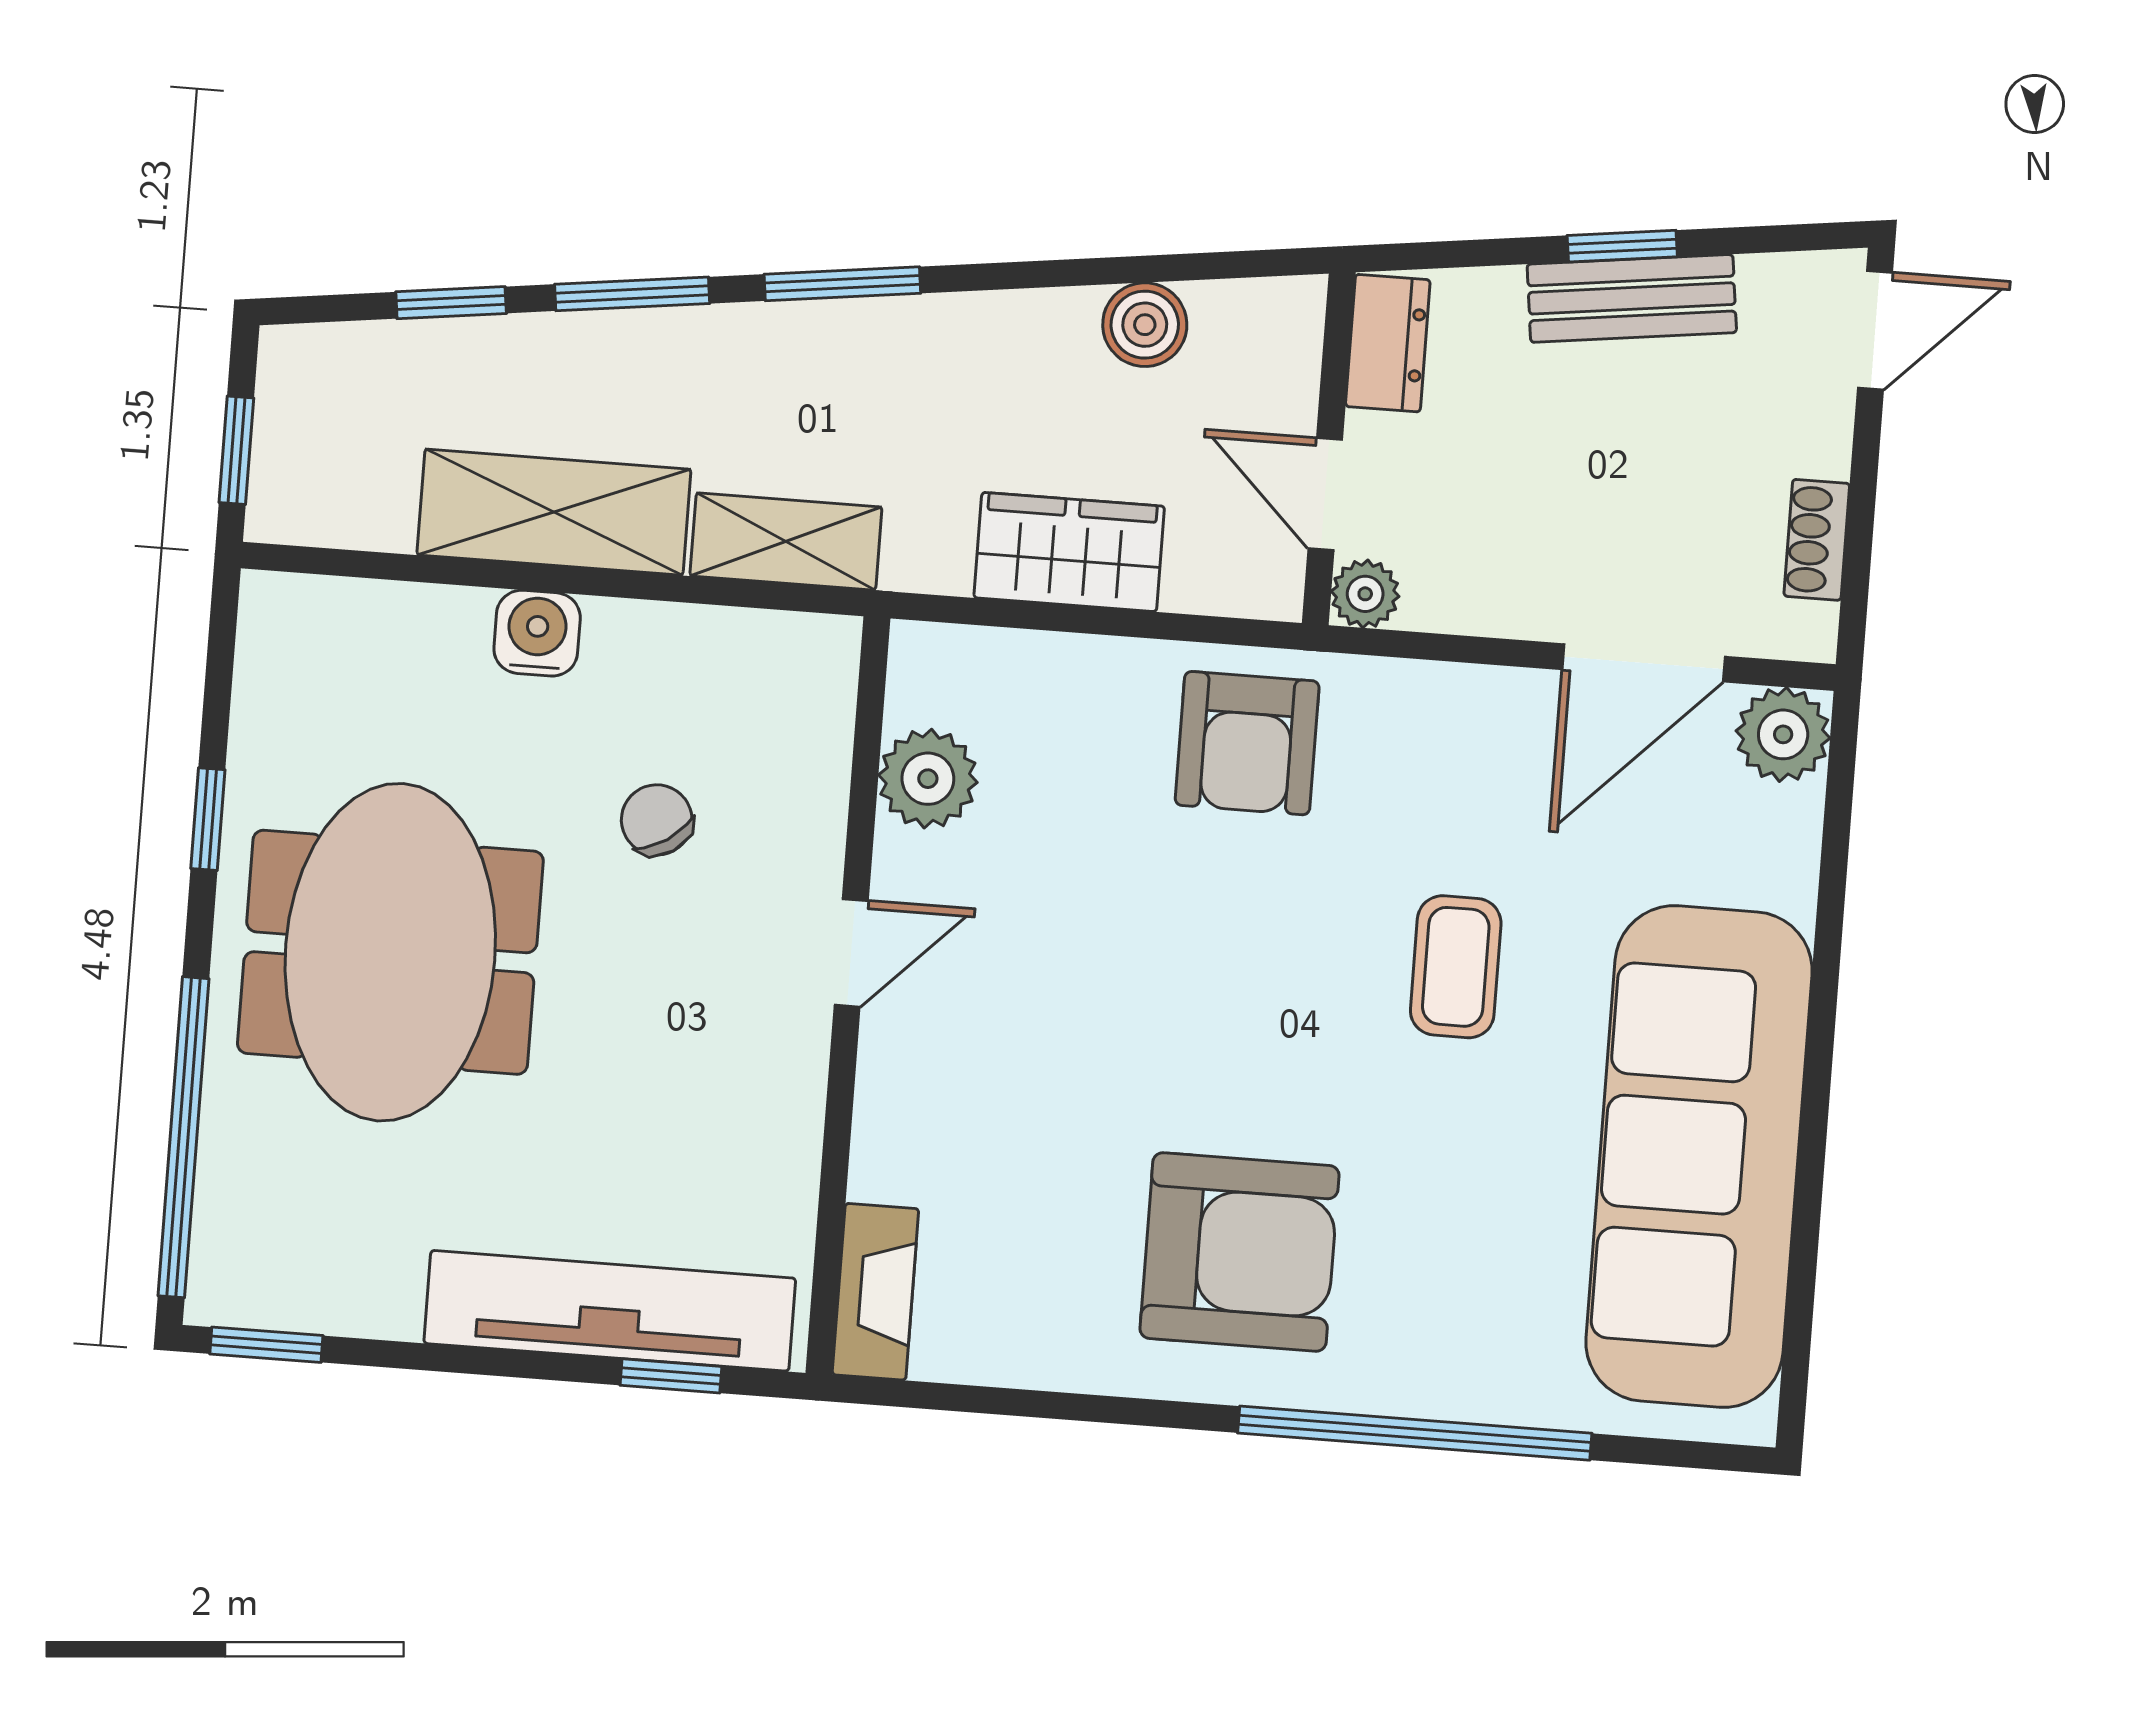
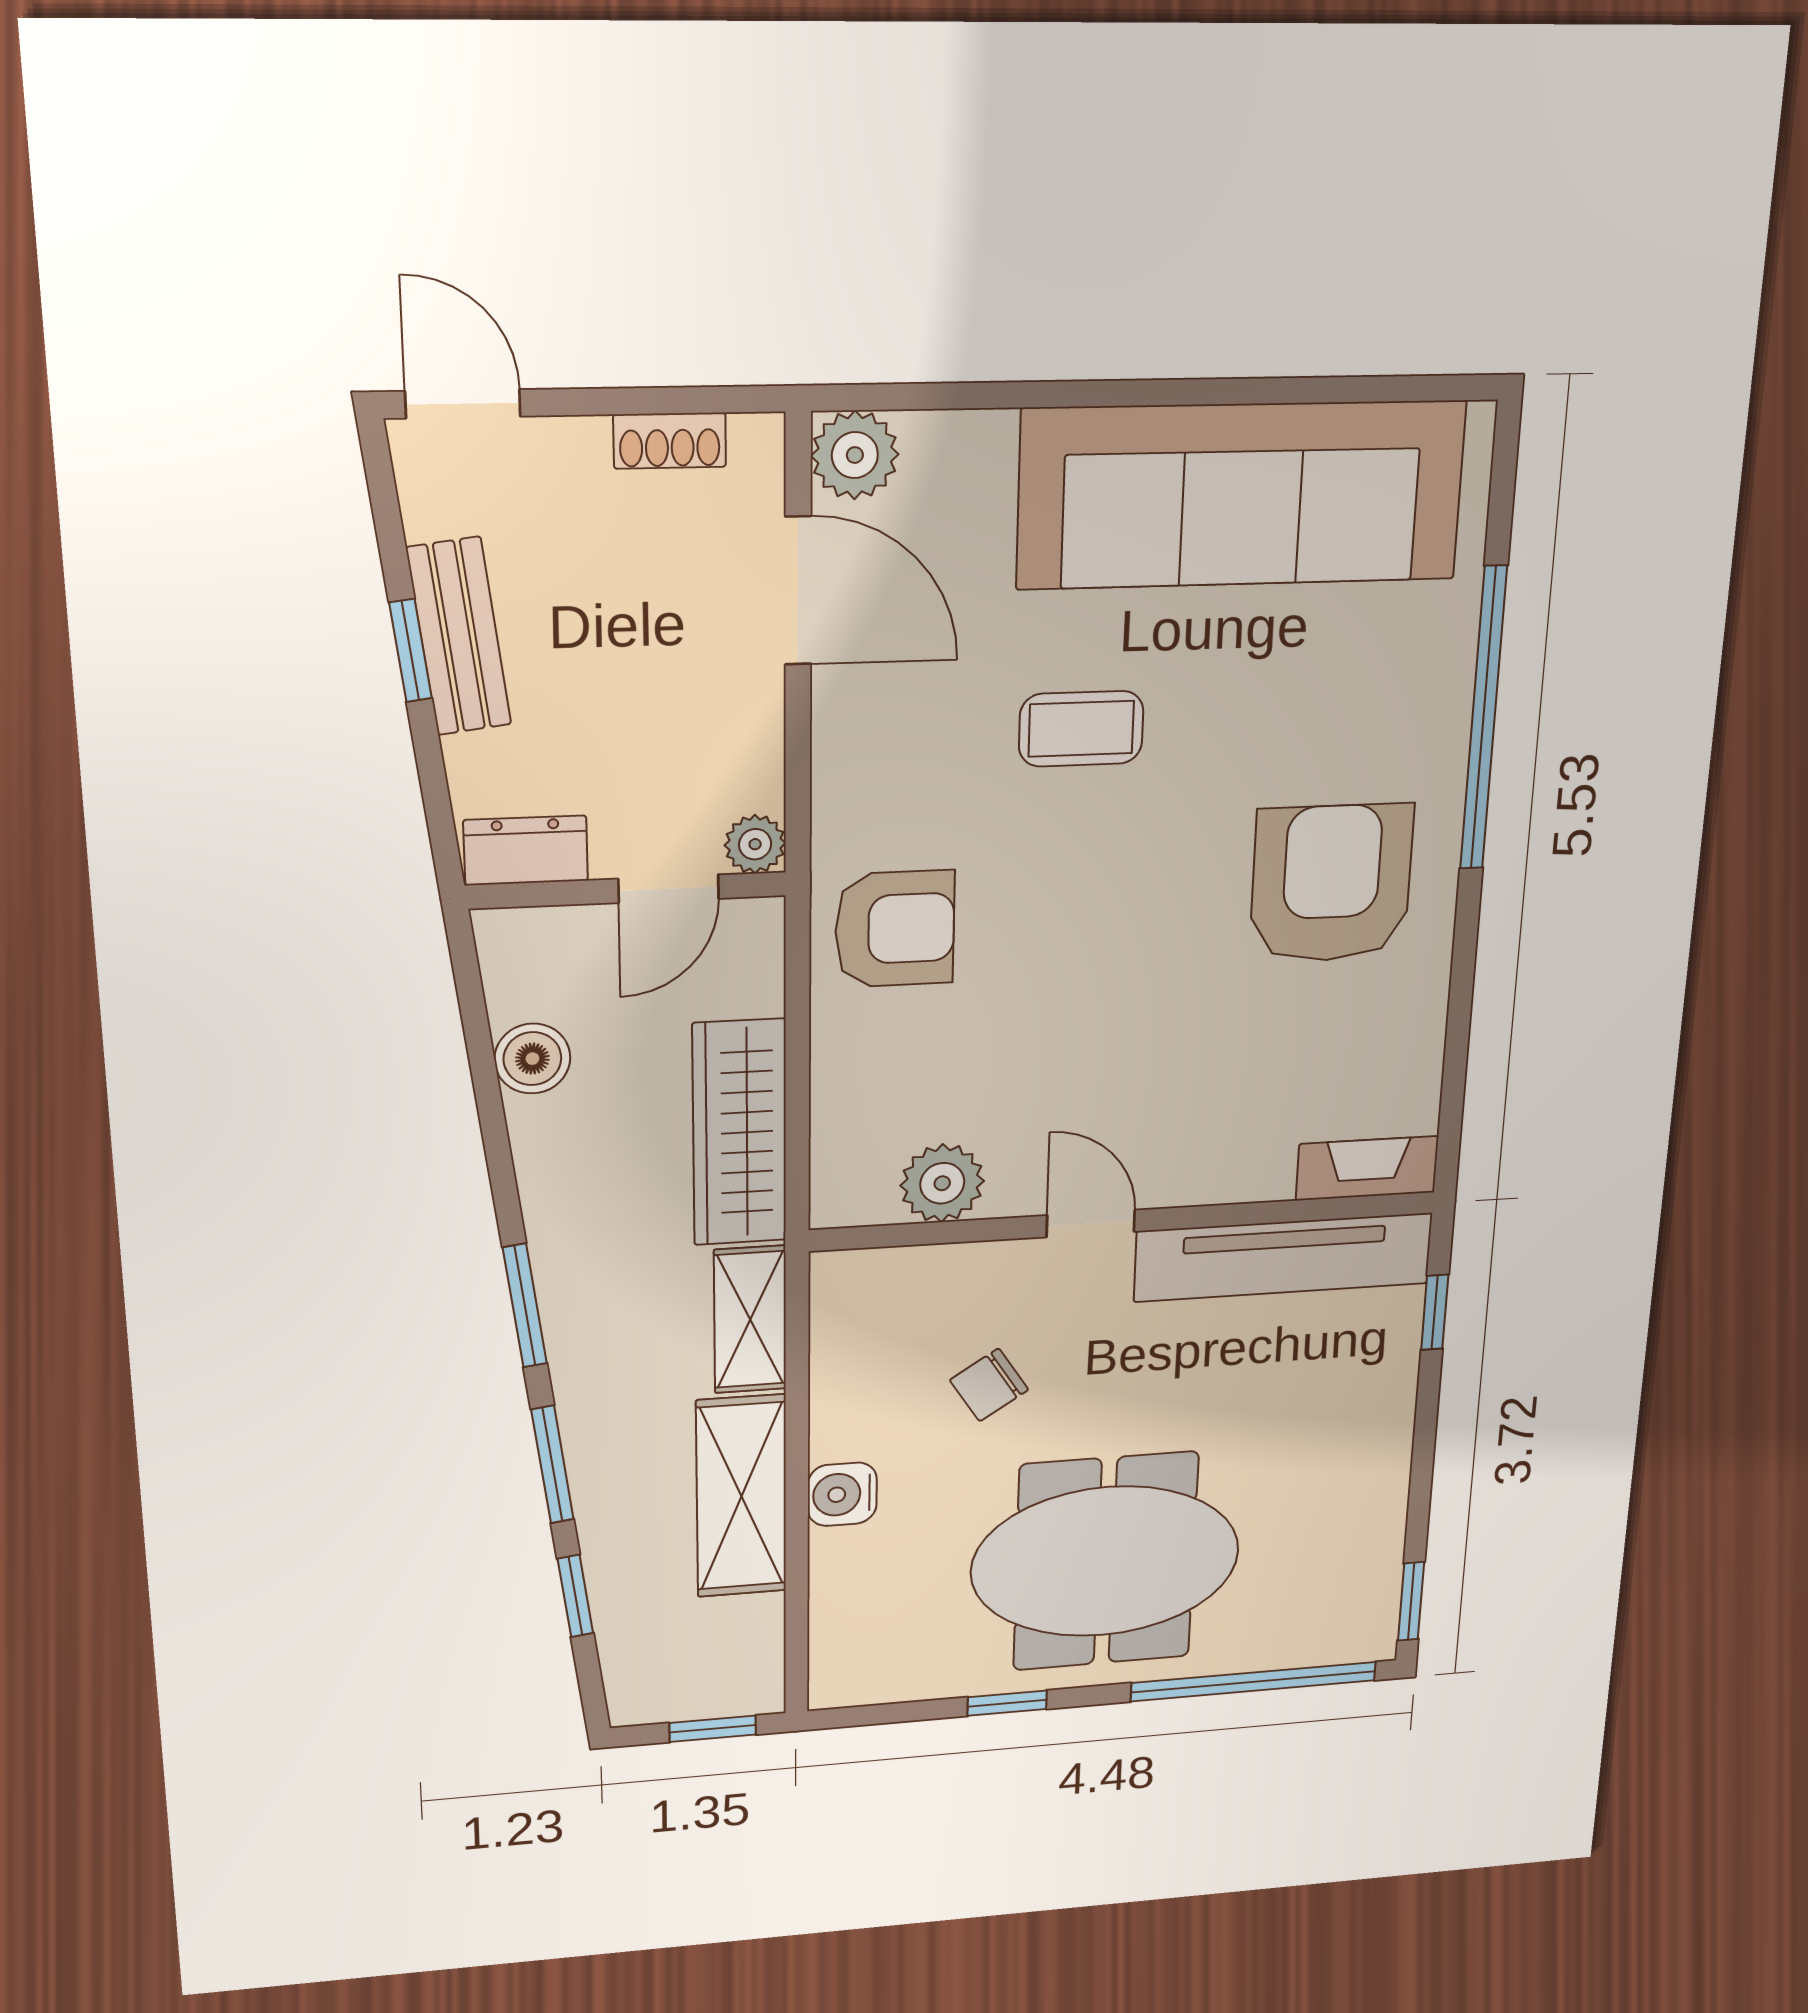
wardrobe: (1069, 552) -> (740, 1133), width x1.50
tv unit: (610, 1311) -> (1284, 1257), moved, turned -90

